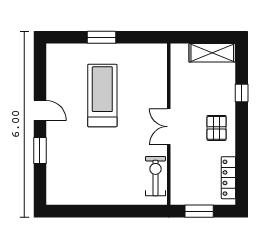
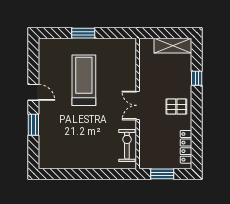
pallet: (217, 128) -> (176, 107), turned 90

